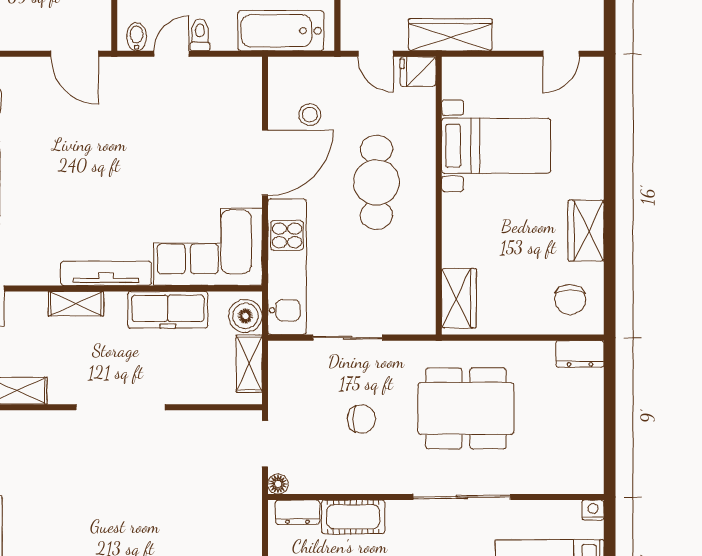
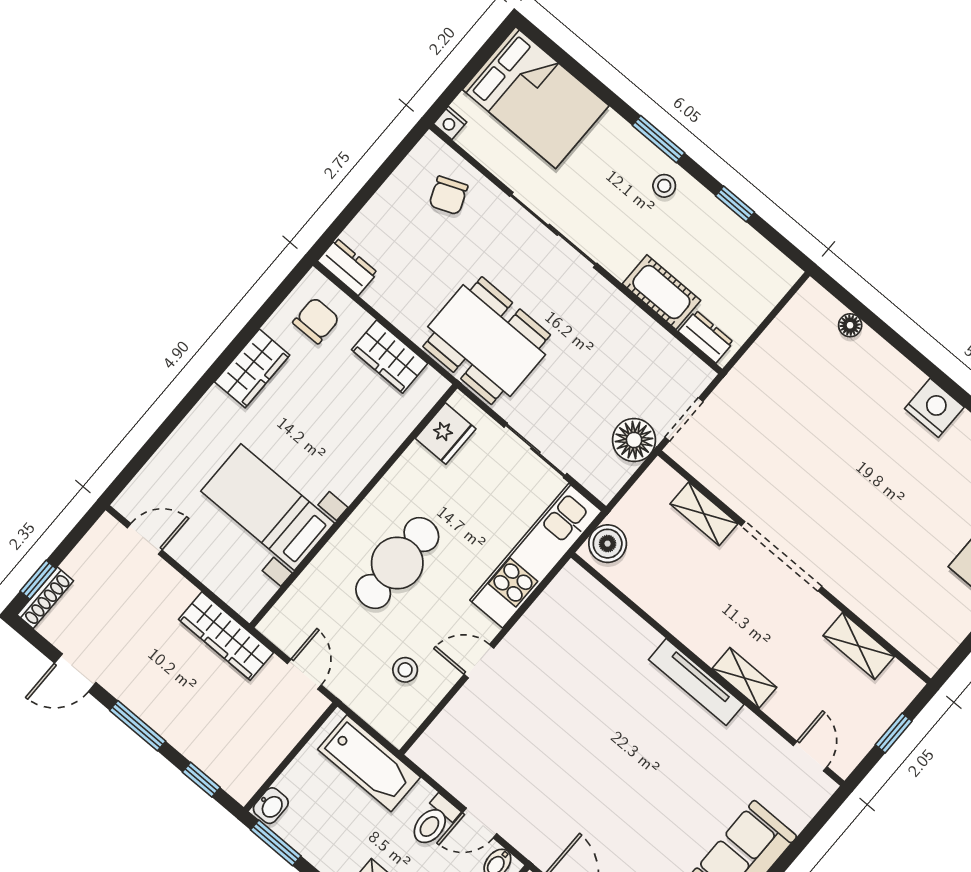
toilet: (200, 35) -> (434, 821), width x1.37, depth x1.39
fridge: (418, 72) -> (446, 434), moved, width x1.38
door: (265, 163) -> (479, 661), width x0.53
corner sofa: (208, 247) -> (589, 630), removed
wardrobe: (459, 298) -> (390, 357), moved, turned -90
freezer: (168, 310) -> (670, 606), removed
shelving: (249, 364) -> (704, 514), moved, turned 90
dining table: (466, 408) -> (487, 341), moved
chair: (361, 419) -> (448, 195), moved, turned -112
floor lamp: (278, 484) -> (634, 440), moved, width x1.89, depth x1.89

